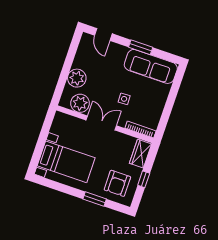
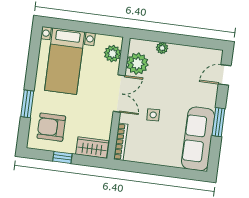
plant: (77, 78) -> (162, 48), width x0.53, depth x0.53
plant: (68, 122) -> (113, 54), added

